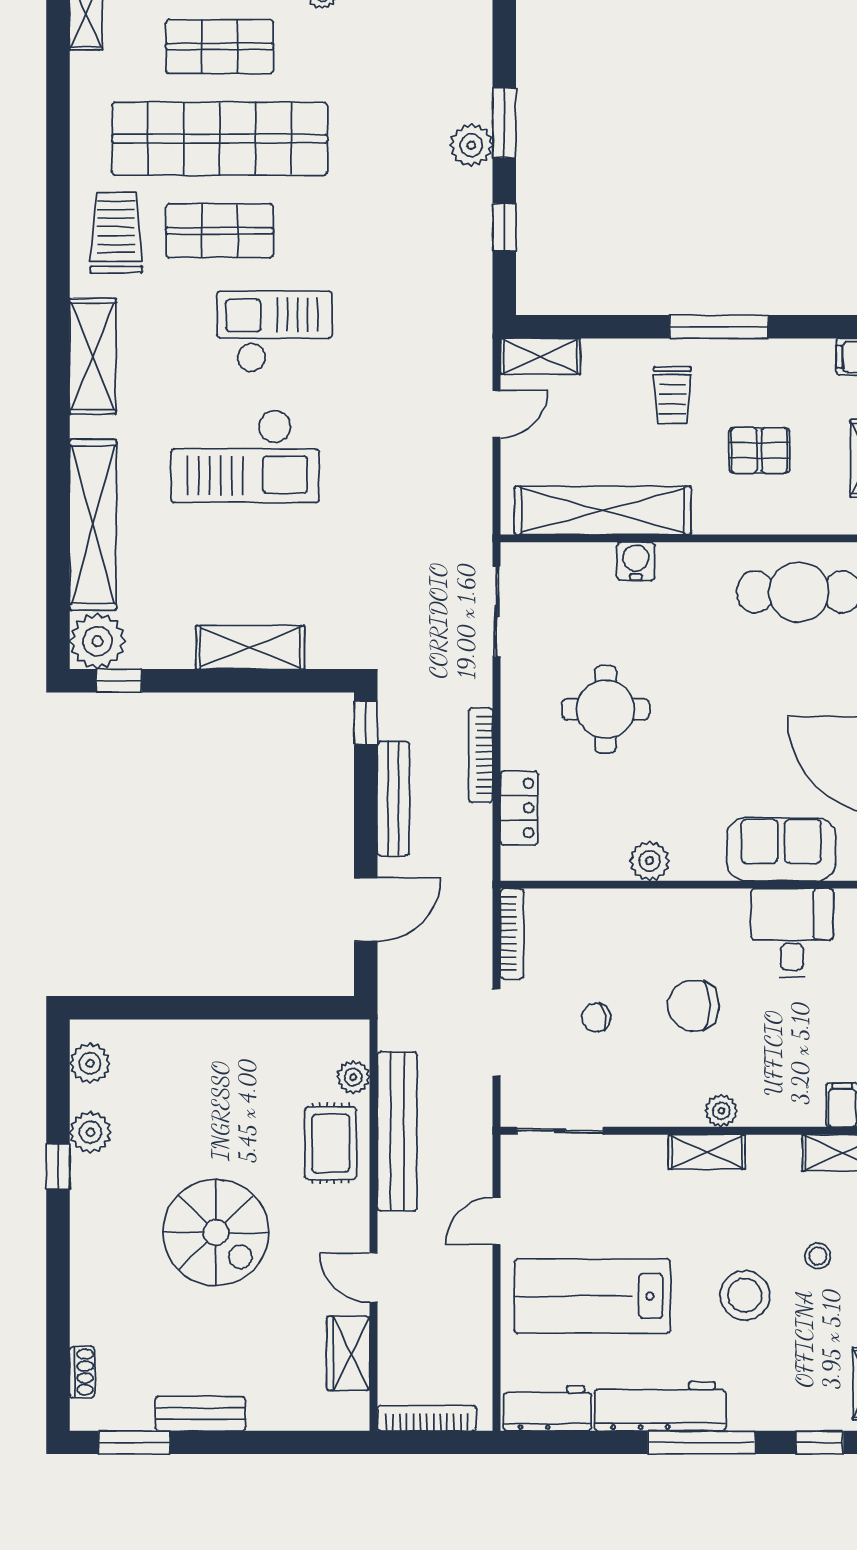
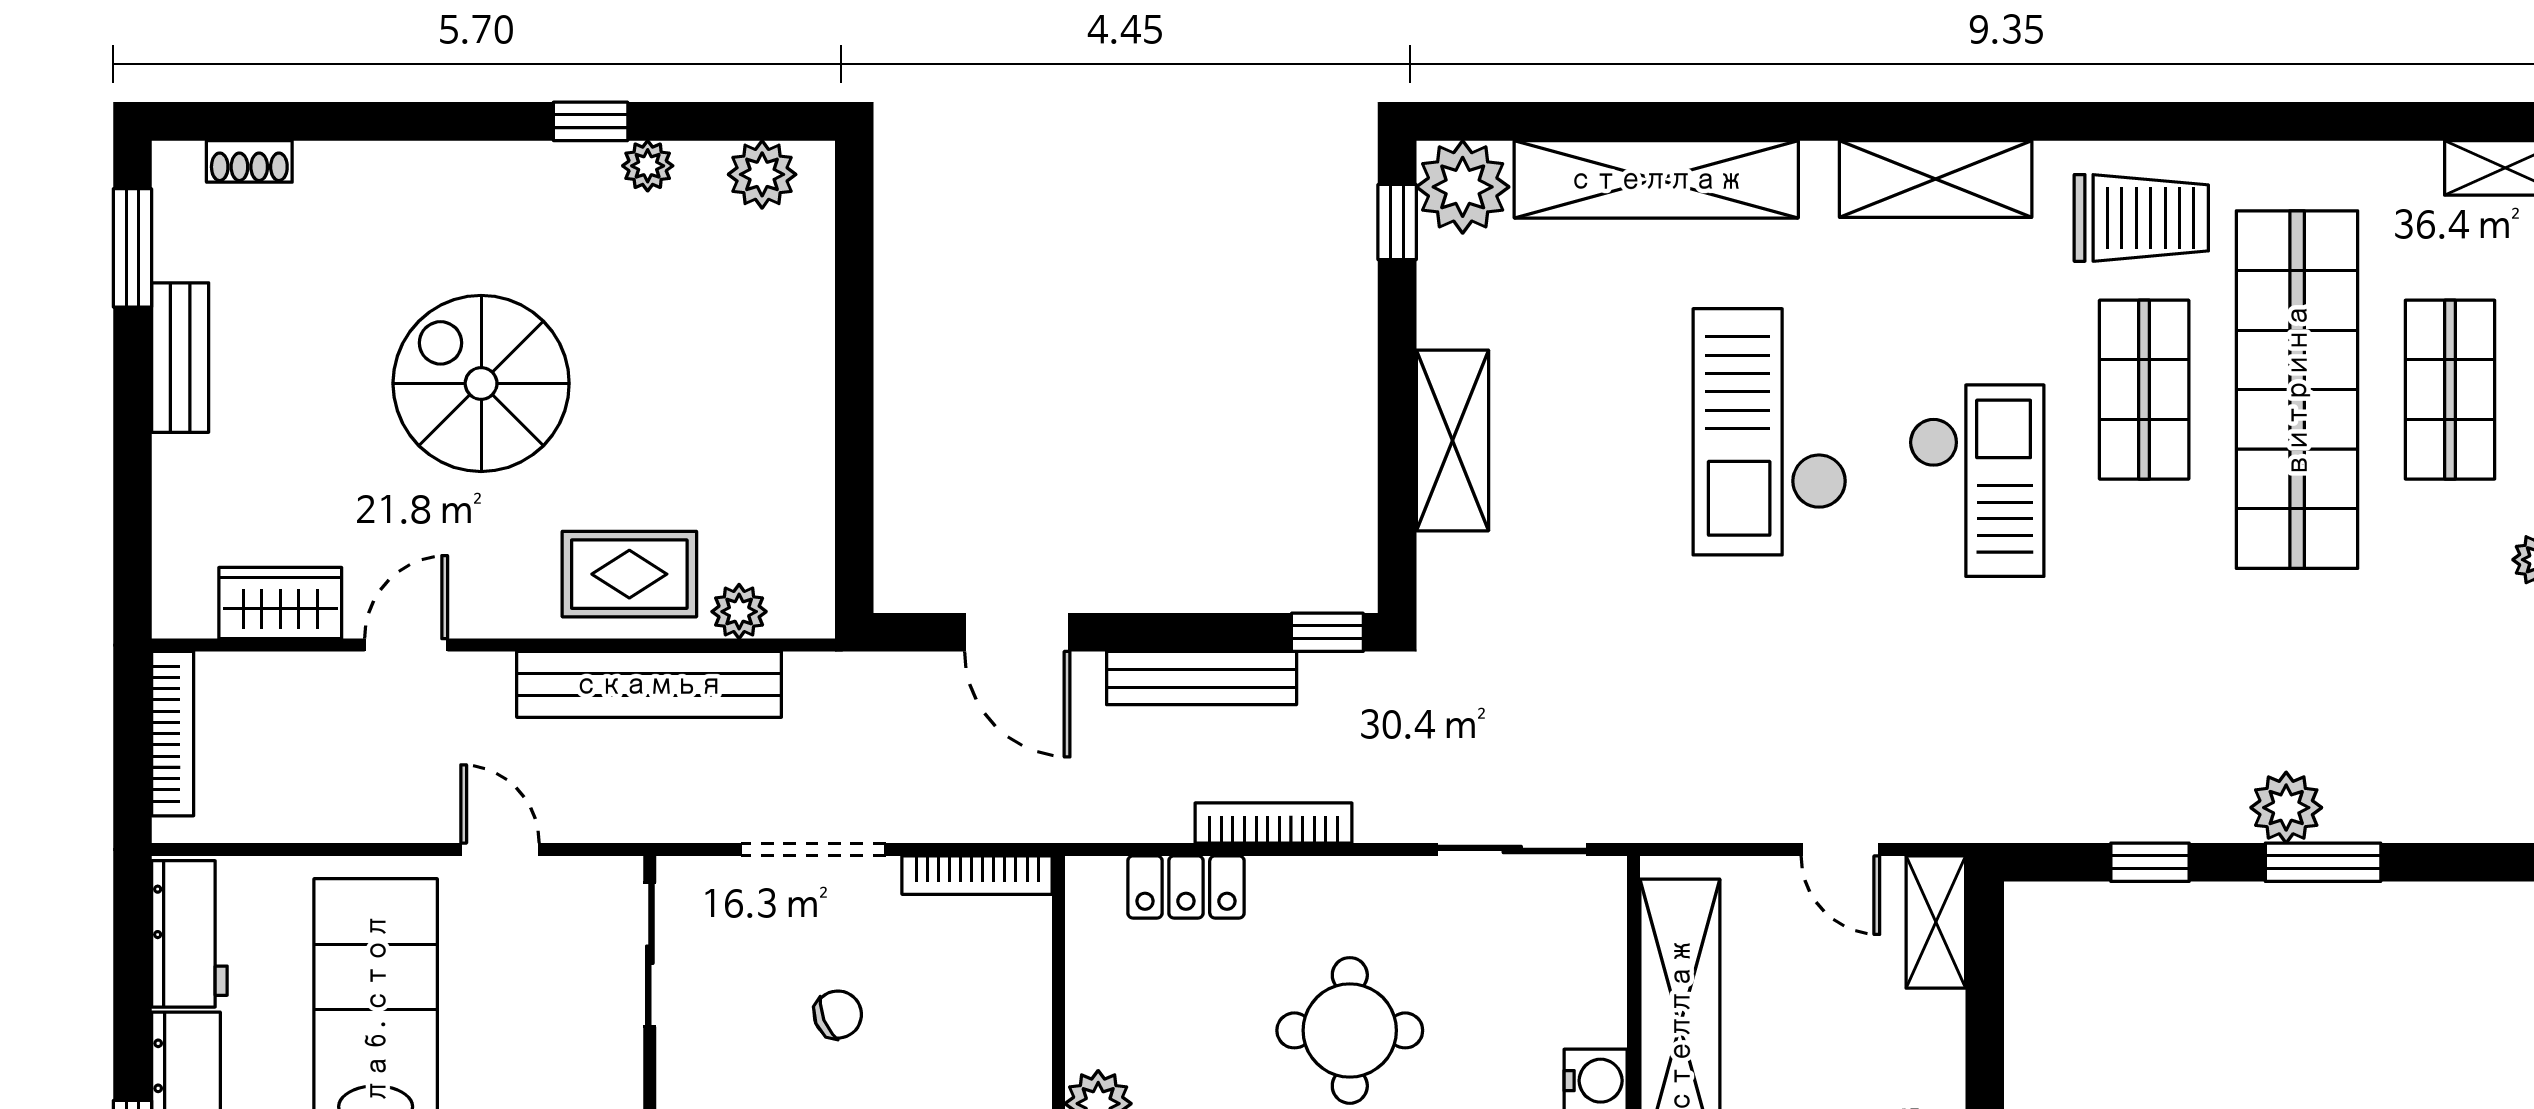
chair: (596, 1018) -> (838, 1015), turned 78
plant: (90, 1132) -> (648, 166), width x0.73, depth x0.73
spiral stairs: (216, 1232) -> (481, 383), turned 90

